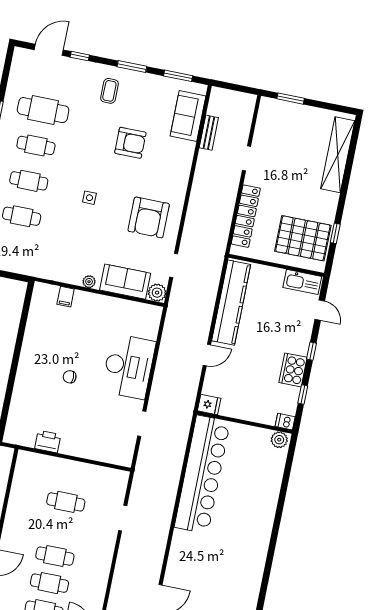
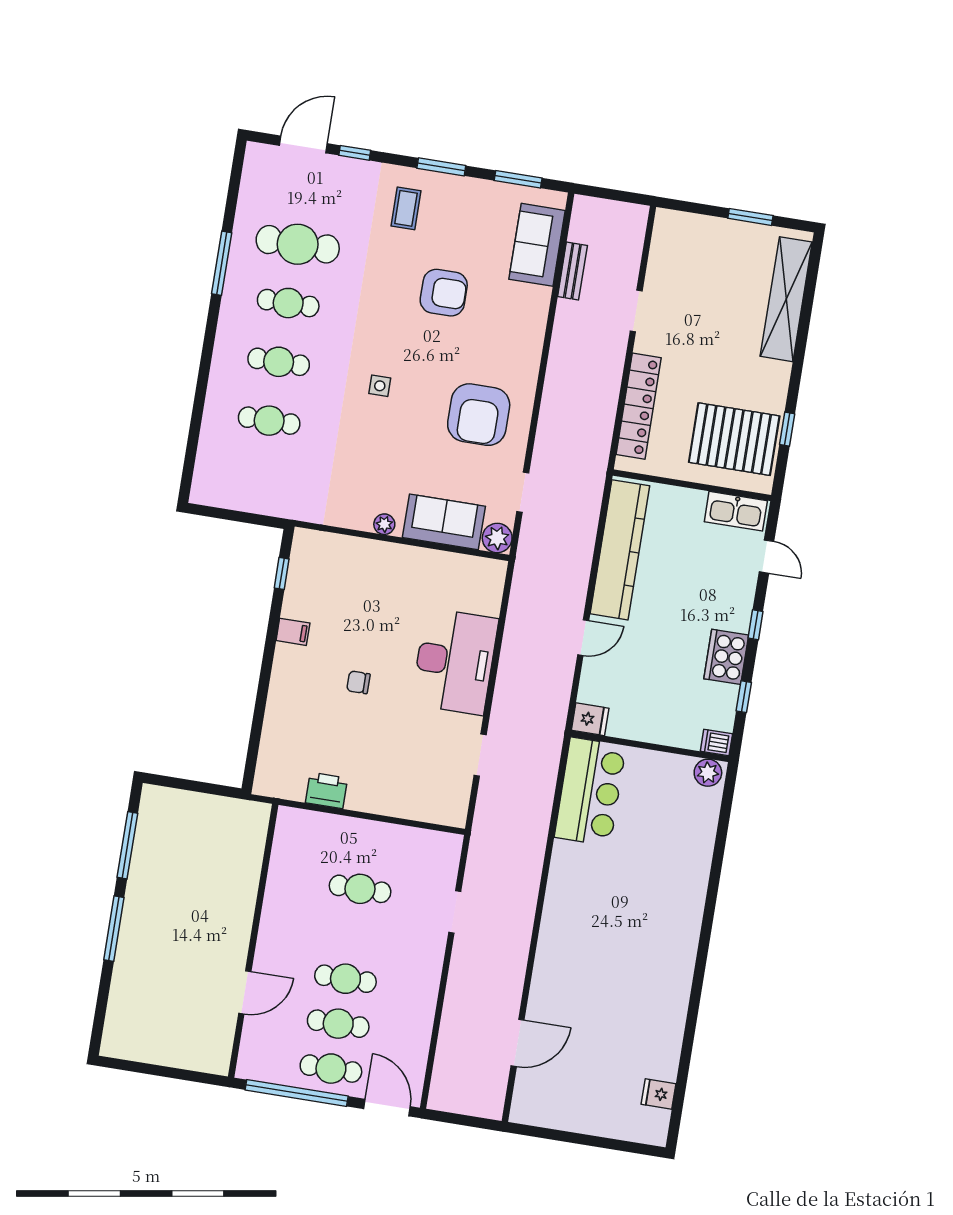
window: (291, 99) -> (750, 217), moved
filing cabinet: (66, 297) -> (293, 632), moved, turned -90
window: (26, 309) -> (282, 573), added
bar counter: (202, 474) -> (590, 791), width x0.54

